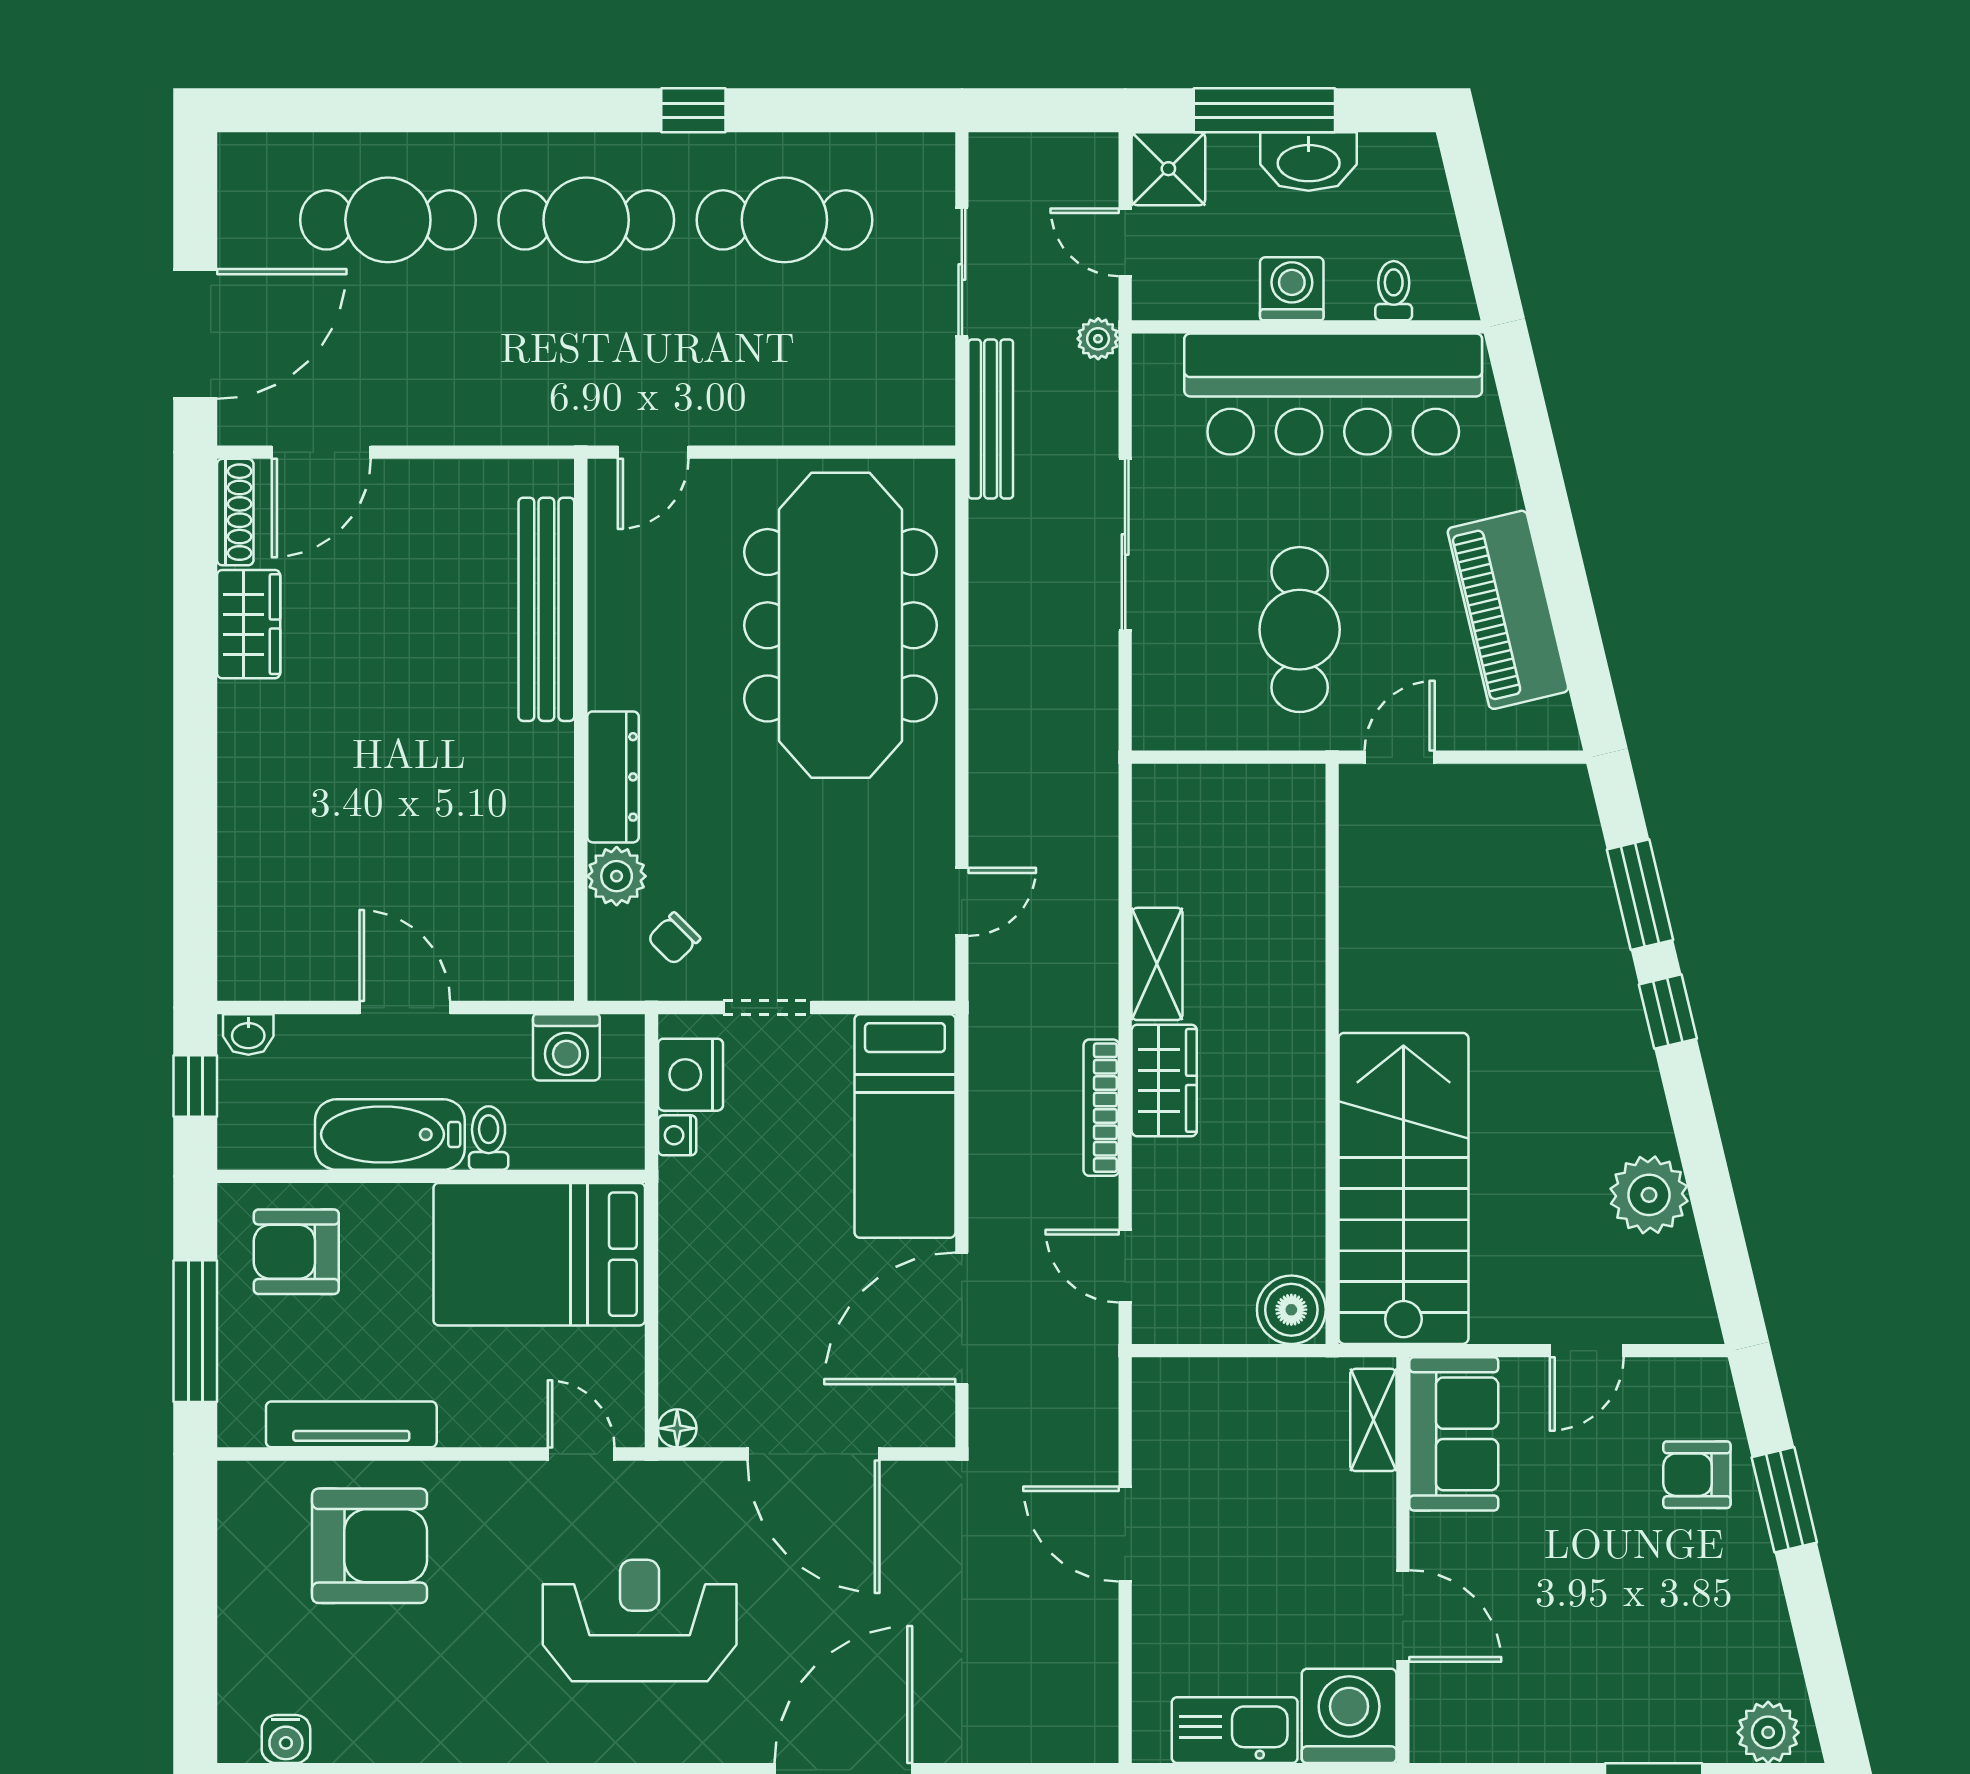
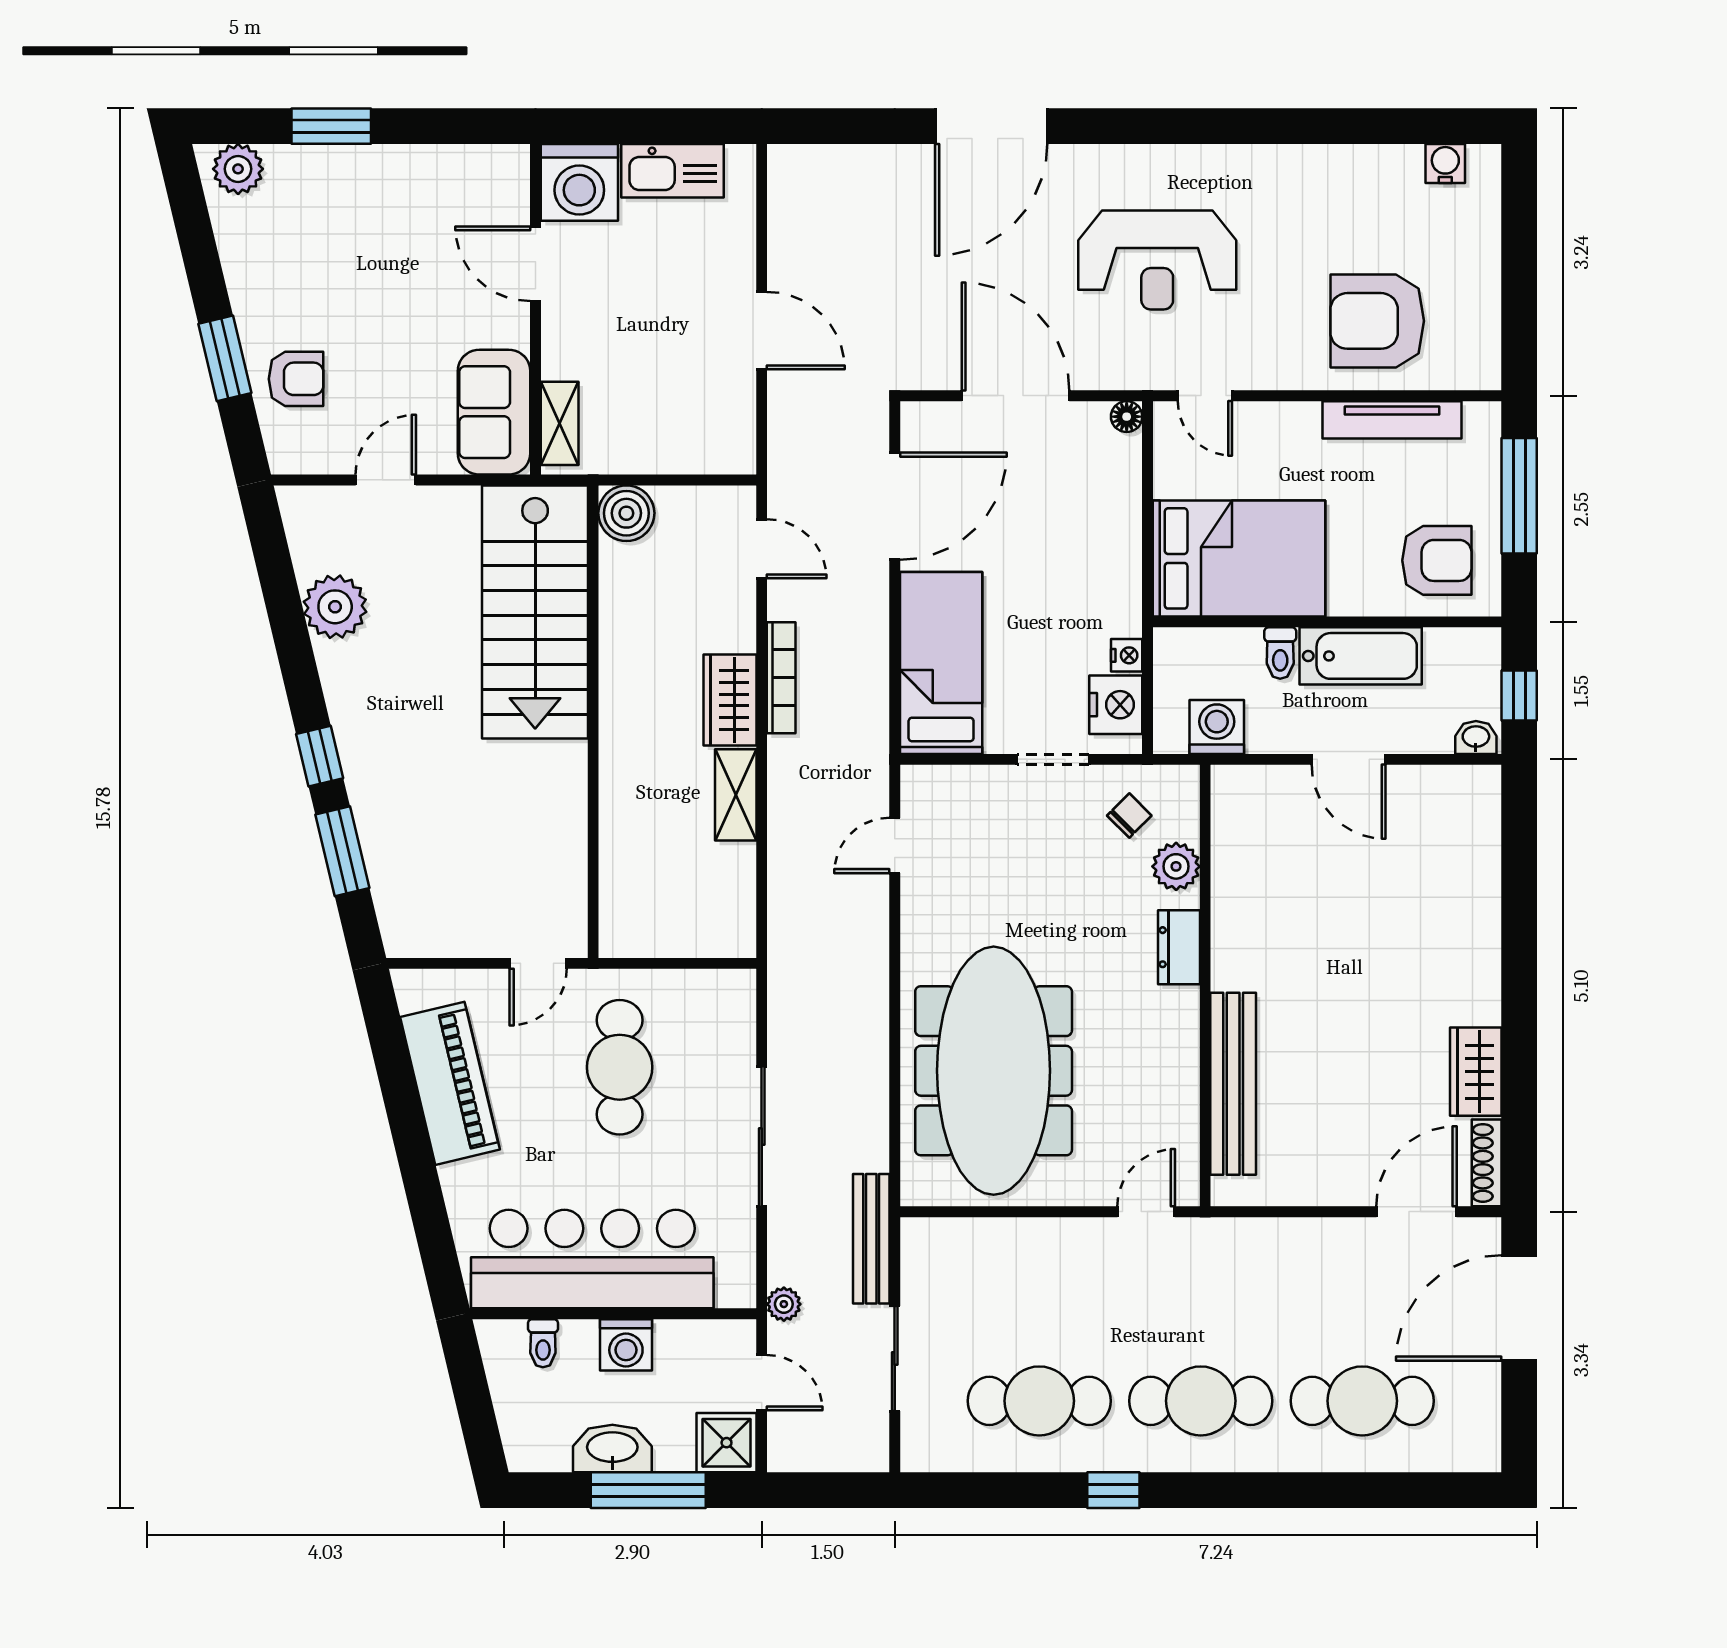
dresser: (613, 777) -> (1179, 947), width x0.70

